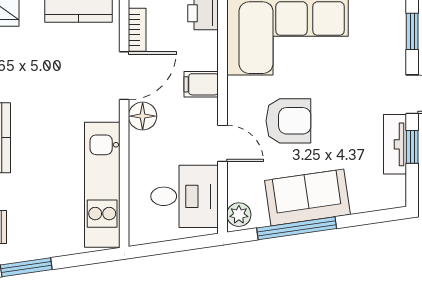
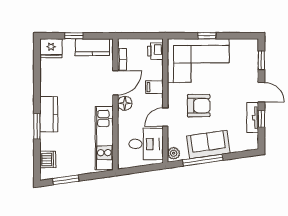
door: (223, 143) -> (165, 117), swing flipped

